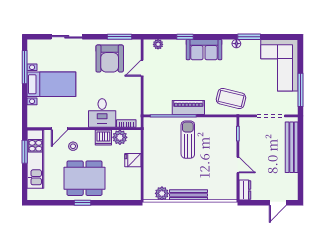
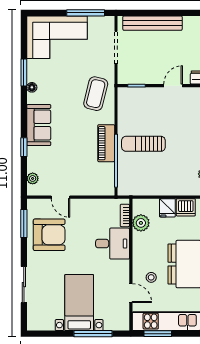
window: (25, 67) -> (93, 334), moved
dishwasher: (103, 138) -> (186, 207), moved, turned 90

